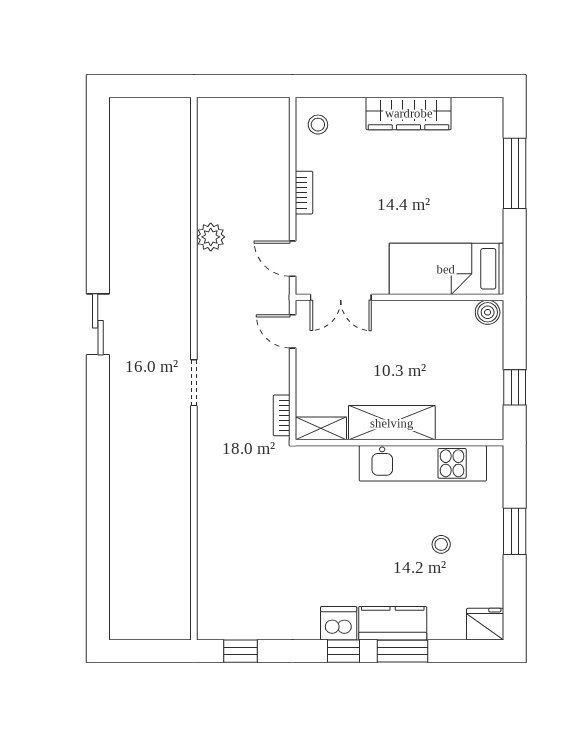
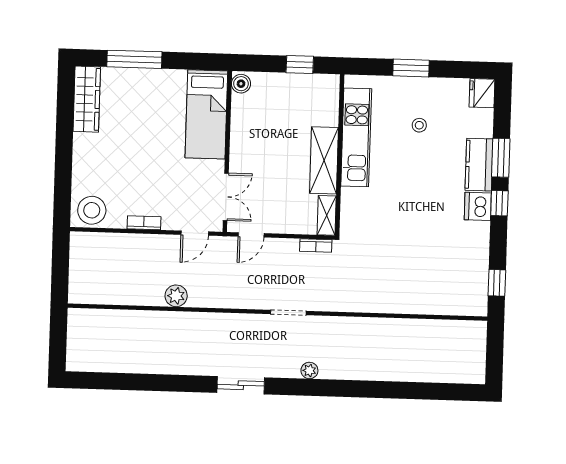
wardrobe: (409, 113) -> (87, 99), moved
stool: (318, 125) -> (92, 210), width x1.89, depth x1.89
plant: (120, 412) -> (309, 370), added

